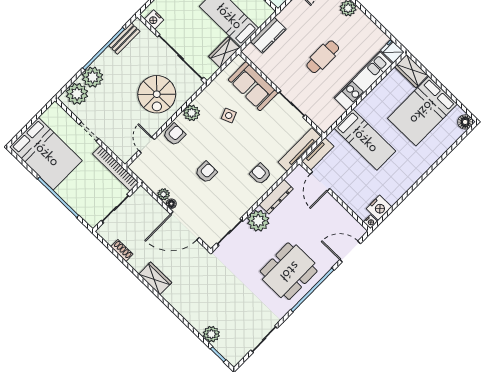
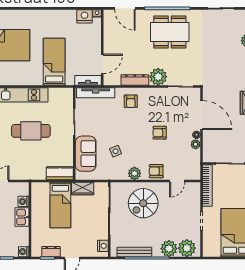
kitchen counter: (268, 35) -> (60, 173), moved
bench: (124, 39) -> (134, 252), width x1.36
cafe table: (323, 57) -> (31, 131), width x1.37, depth x1.35
spiral stairs: (157, 94) -> (143, 203), turned 180

